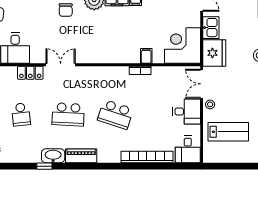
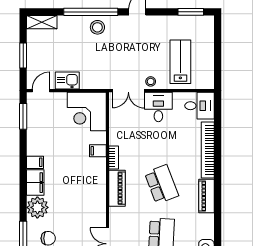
fridge: (214, 53) -> (95, 77), removed
piano: (112, 73) -> (117, 188), added
school desk: (115, 114) -> (162, 184), turned -39
piano: (81, 156) -> (207, 196), moved

